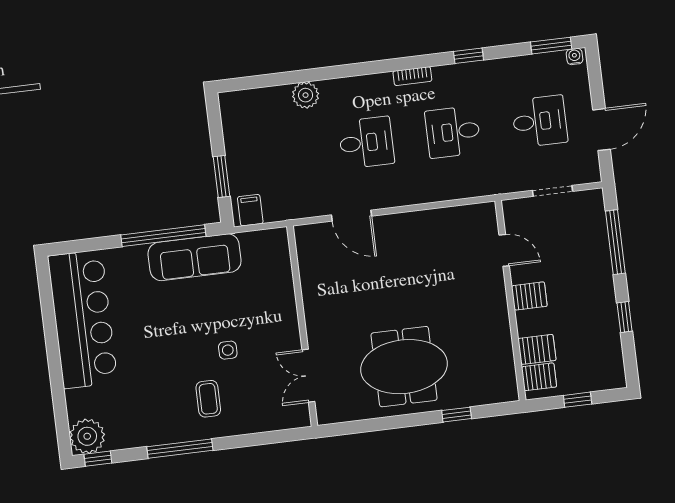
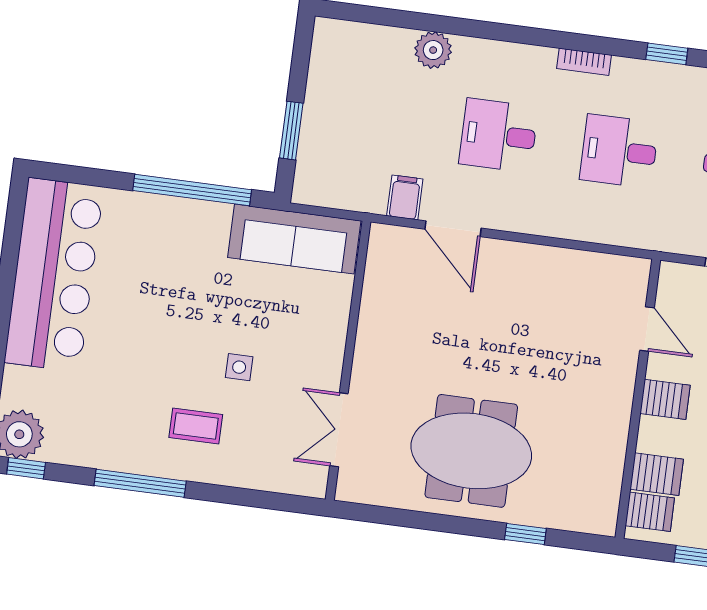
desk: (366, 143) -> (498, 135), turned 180
filing cabinet: (250, 210) -> (405, 197), moved
sofa: (195, 257) -> (294, 239), moved
coffee table: (208, 399) -> (196, 426), turned 90

